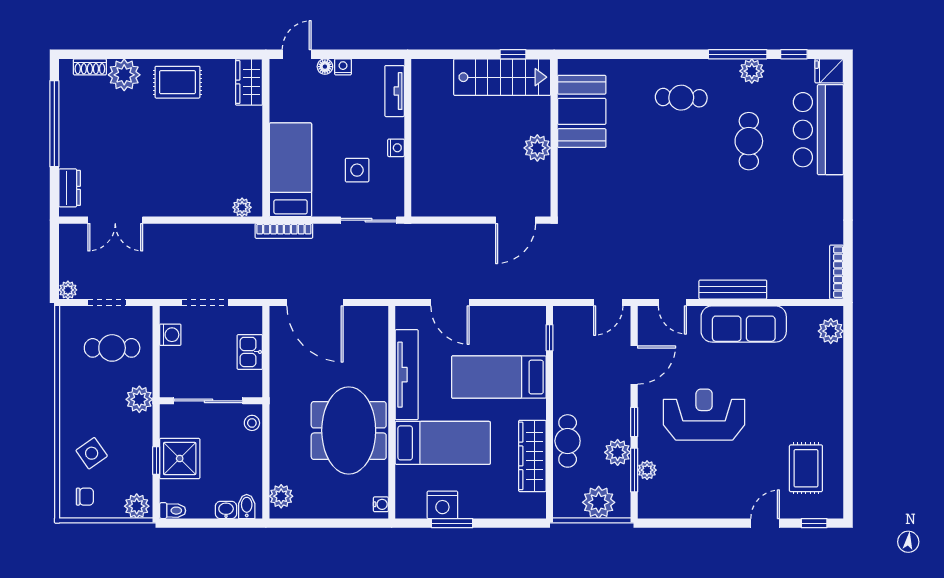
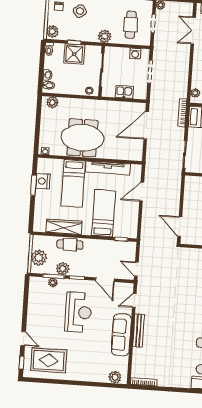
rug: (806, 468) -> (49, 360), width x1.36, depth x1.43

